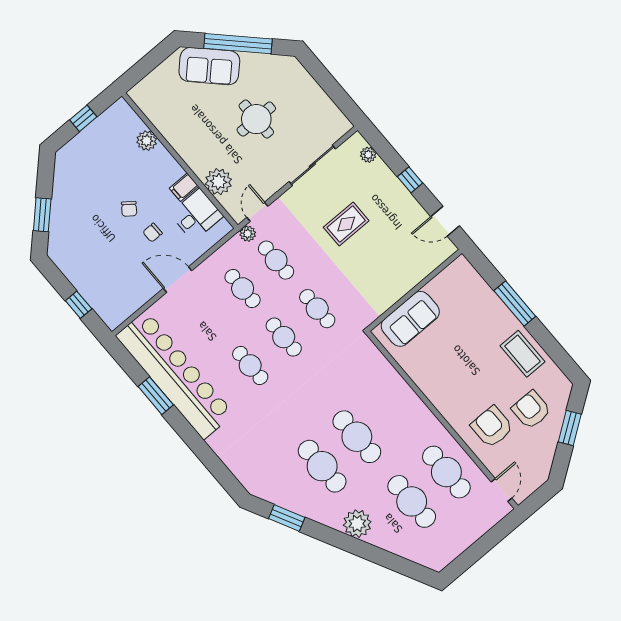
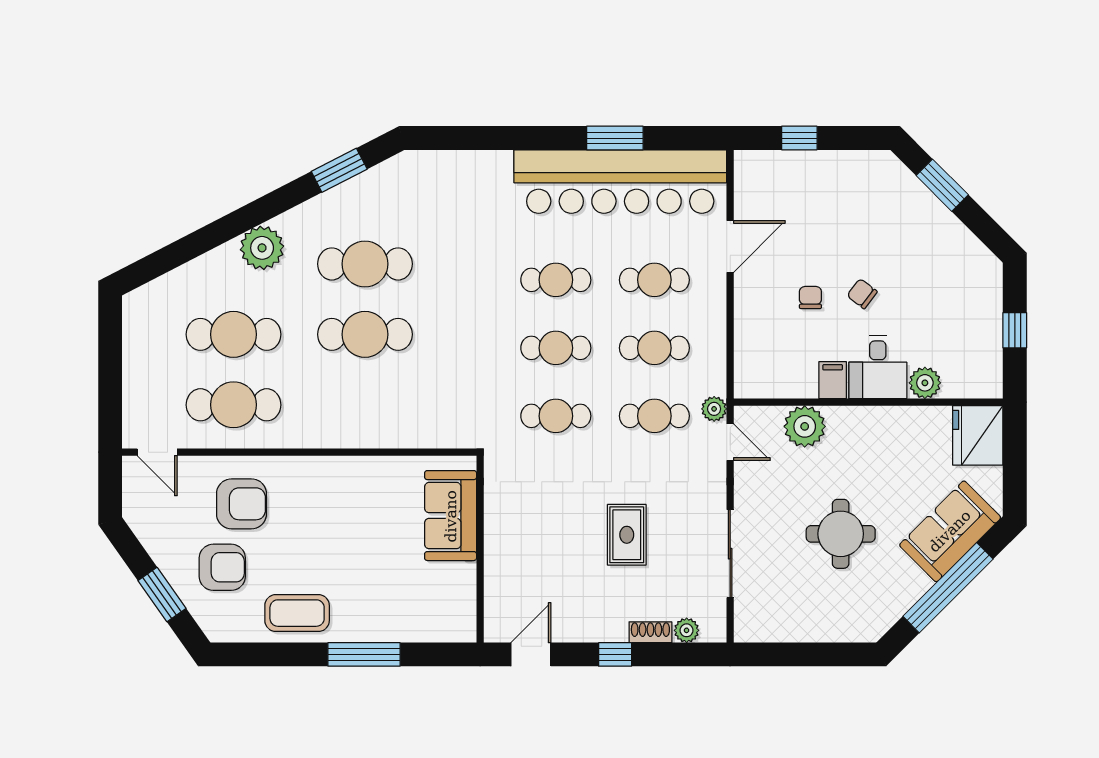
fridge: (151, 93) -> (978, 435), added
shoe rack: (384, 172) -> (650, 632), added
desk: (197, 215) -> (878, 367), moved
door: (178, 279) -> (730, 247), moved
cafe table: (209, 317) -> (654, 280), added

